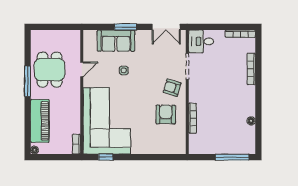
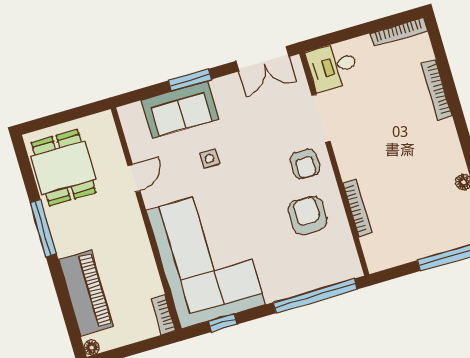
dining table: (50, 70) -> (63, 168), moved
armchair: (172, 88) -> (305, 164), turned -107
window: (157, 157) -> (315, 296), added

